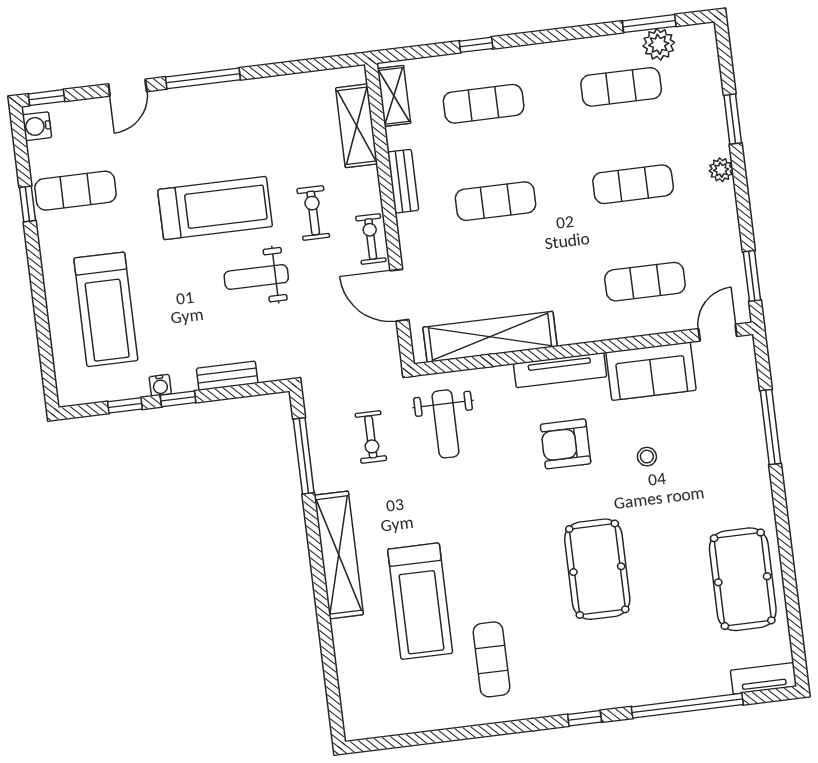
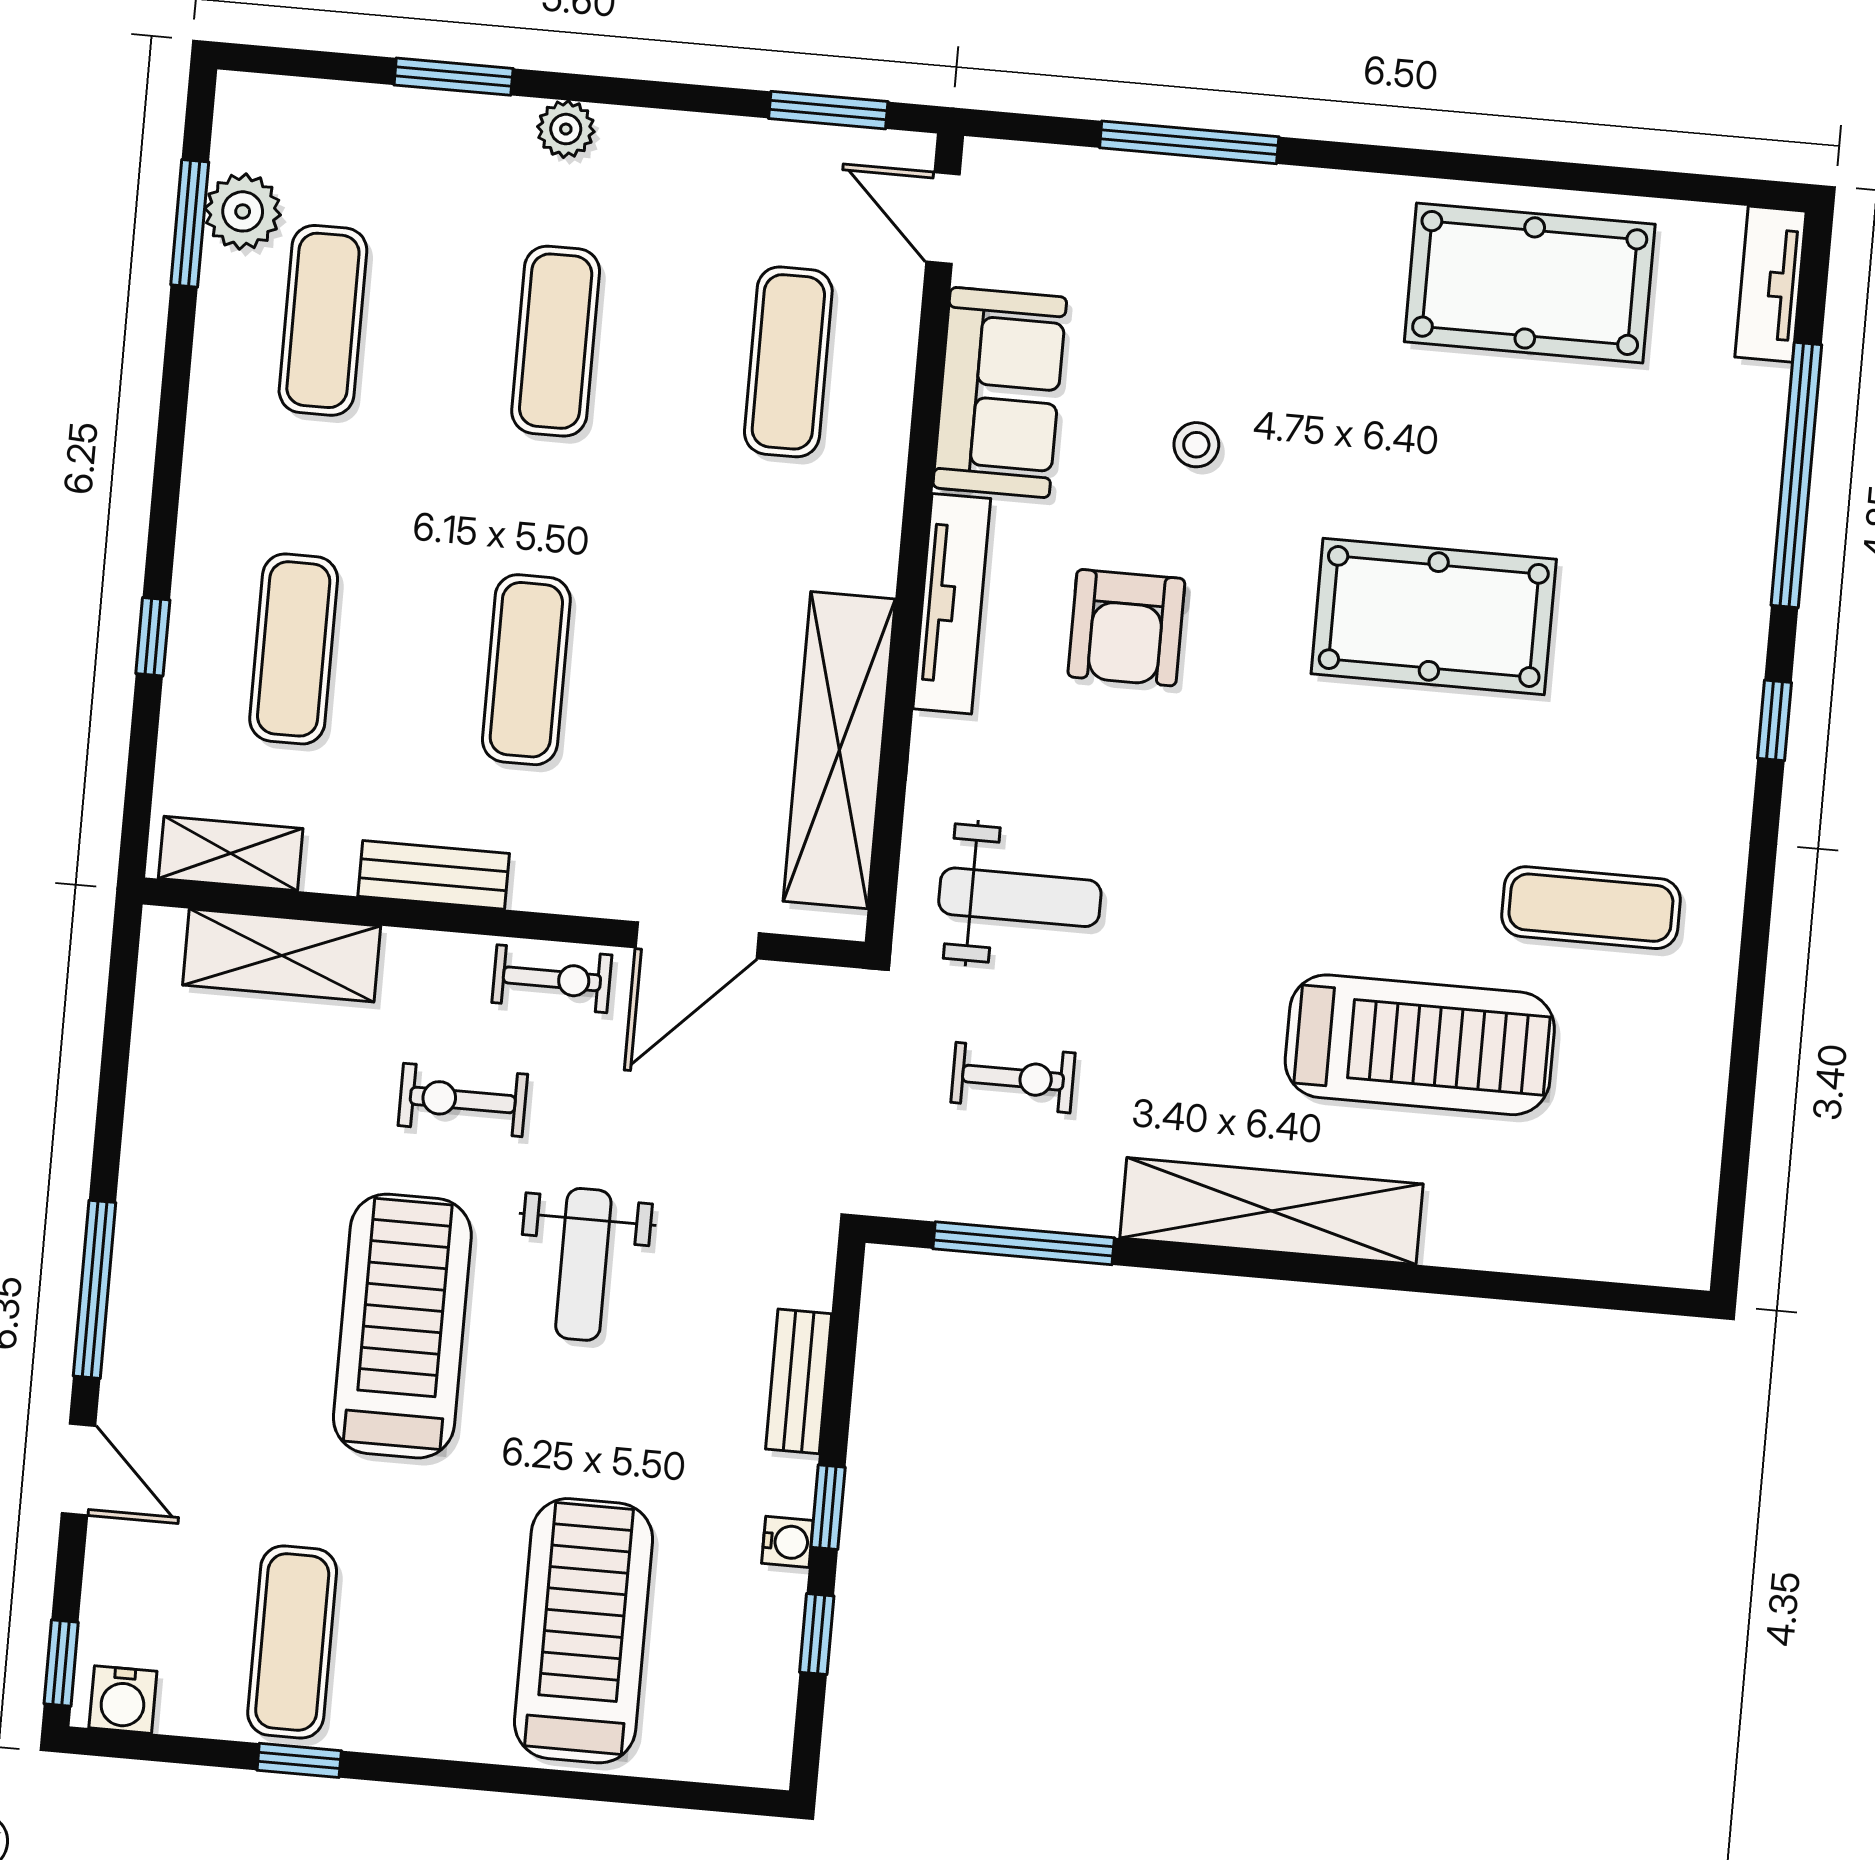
exercise bike: (371, 239) -> (552, 979), turned 180
treadmill: (106, 309) -> (584, 1631), turned -90

